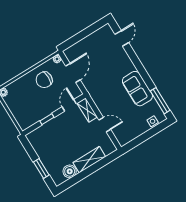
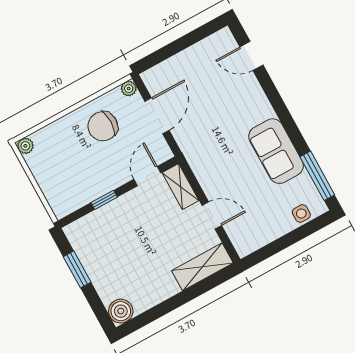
door: (122, 38) -> (251, 56), swing flipped
shelving: (89, 160) -> (202, 267), moved
window: (41, 169) -> (77, 269), moved
boiler: (70, 171) -> (121, 311), moved

